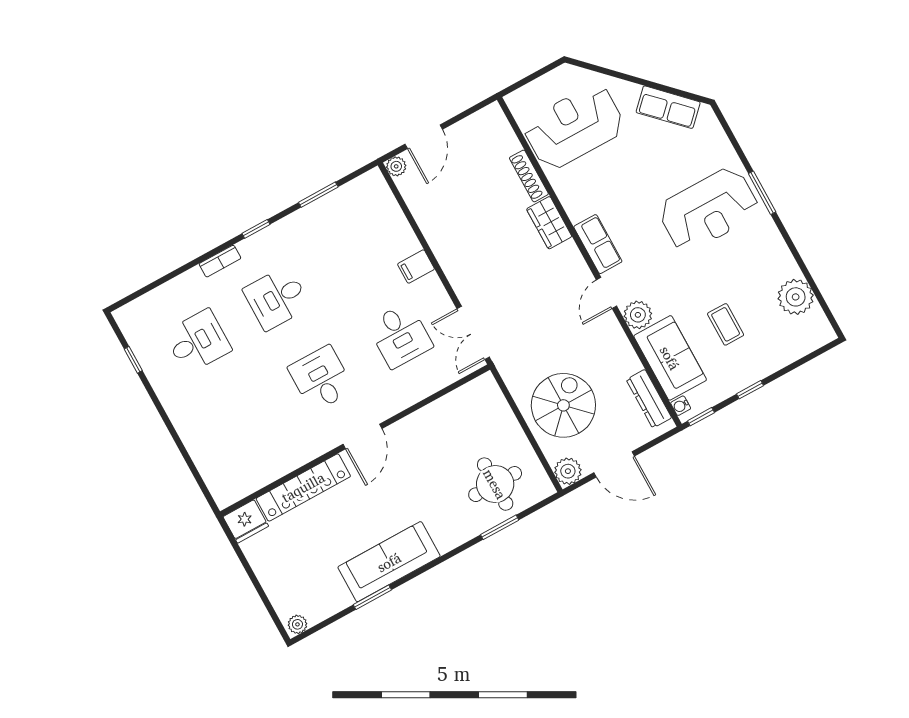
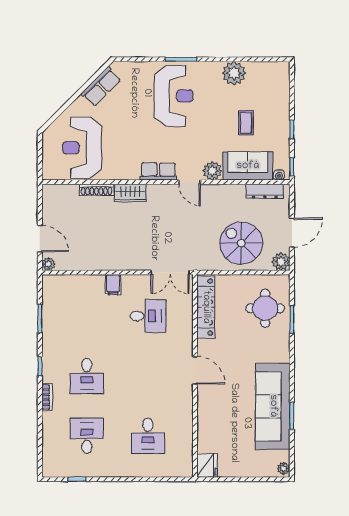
plant: (796, 297) -> (234, 73), moved
coffee table: (726, 324) -> (246, 123), turned 90
desk: (321, 379) -> (148, 436), moved, turned -90
locker: (303, 487) -> (206, 307), moved
sofa: (389, 562) -> (273, 406), width x1.36, depth x1.27

